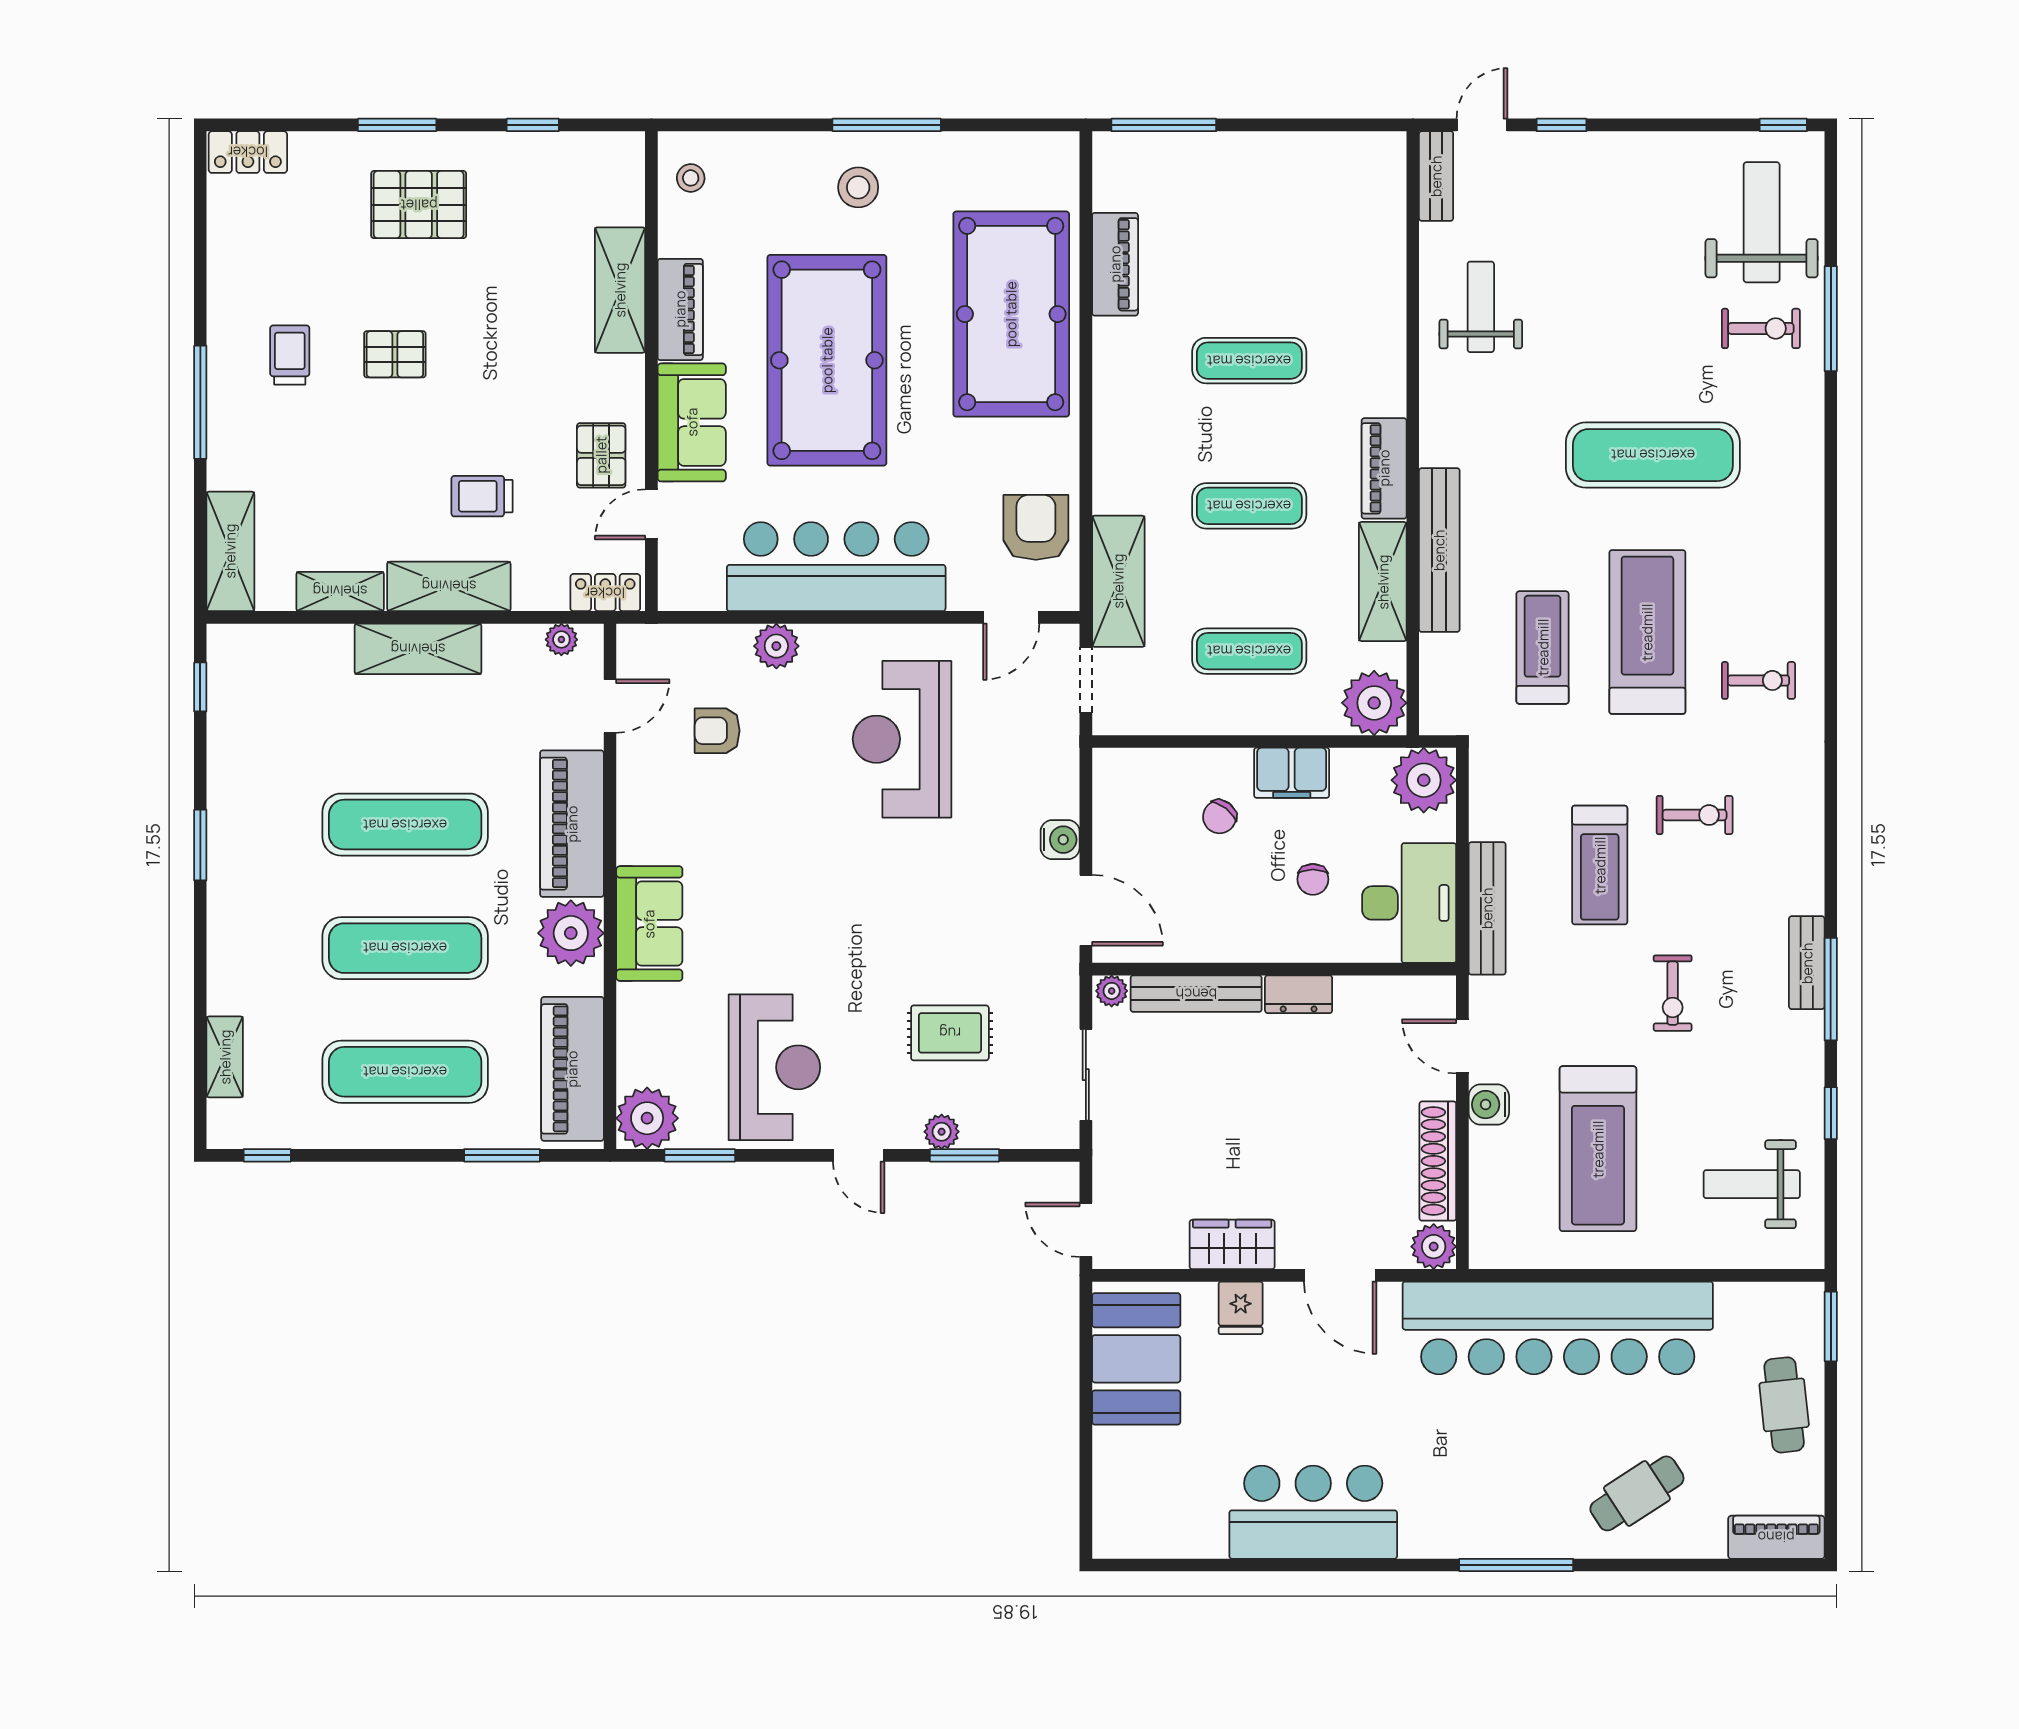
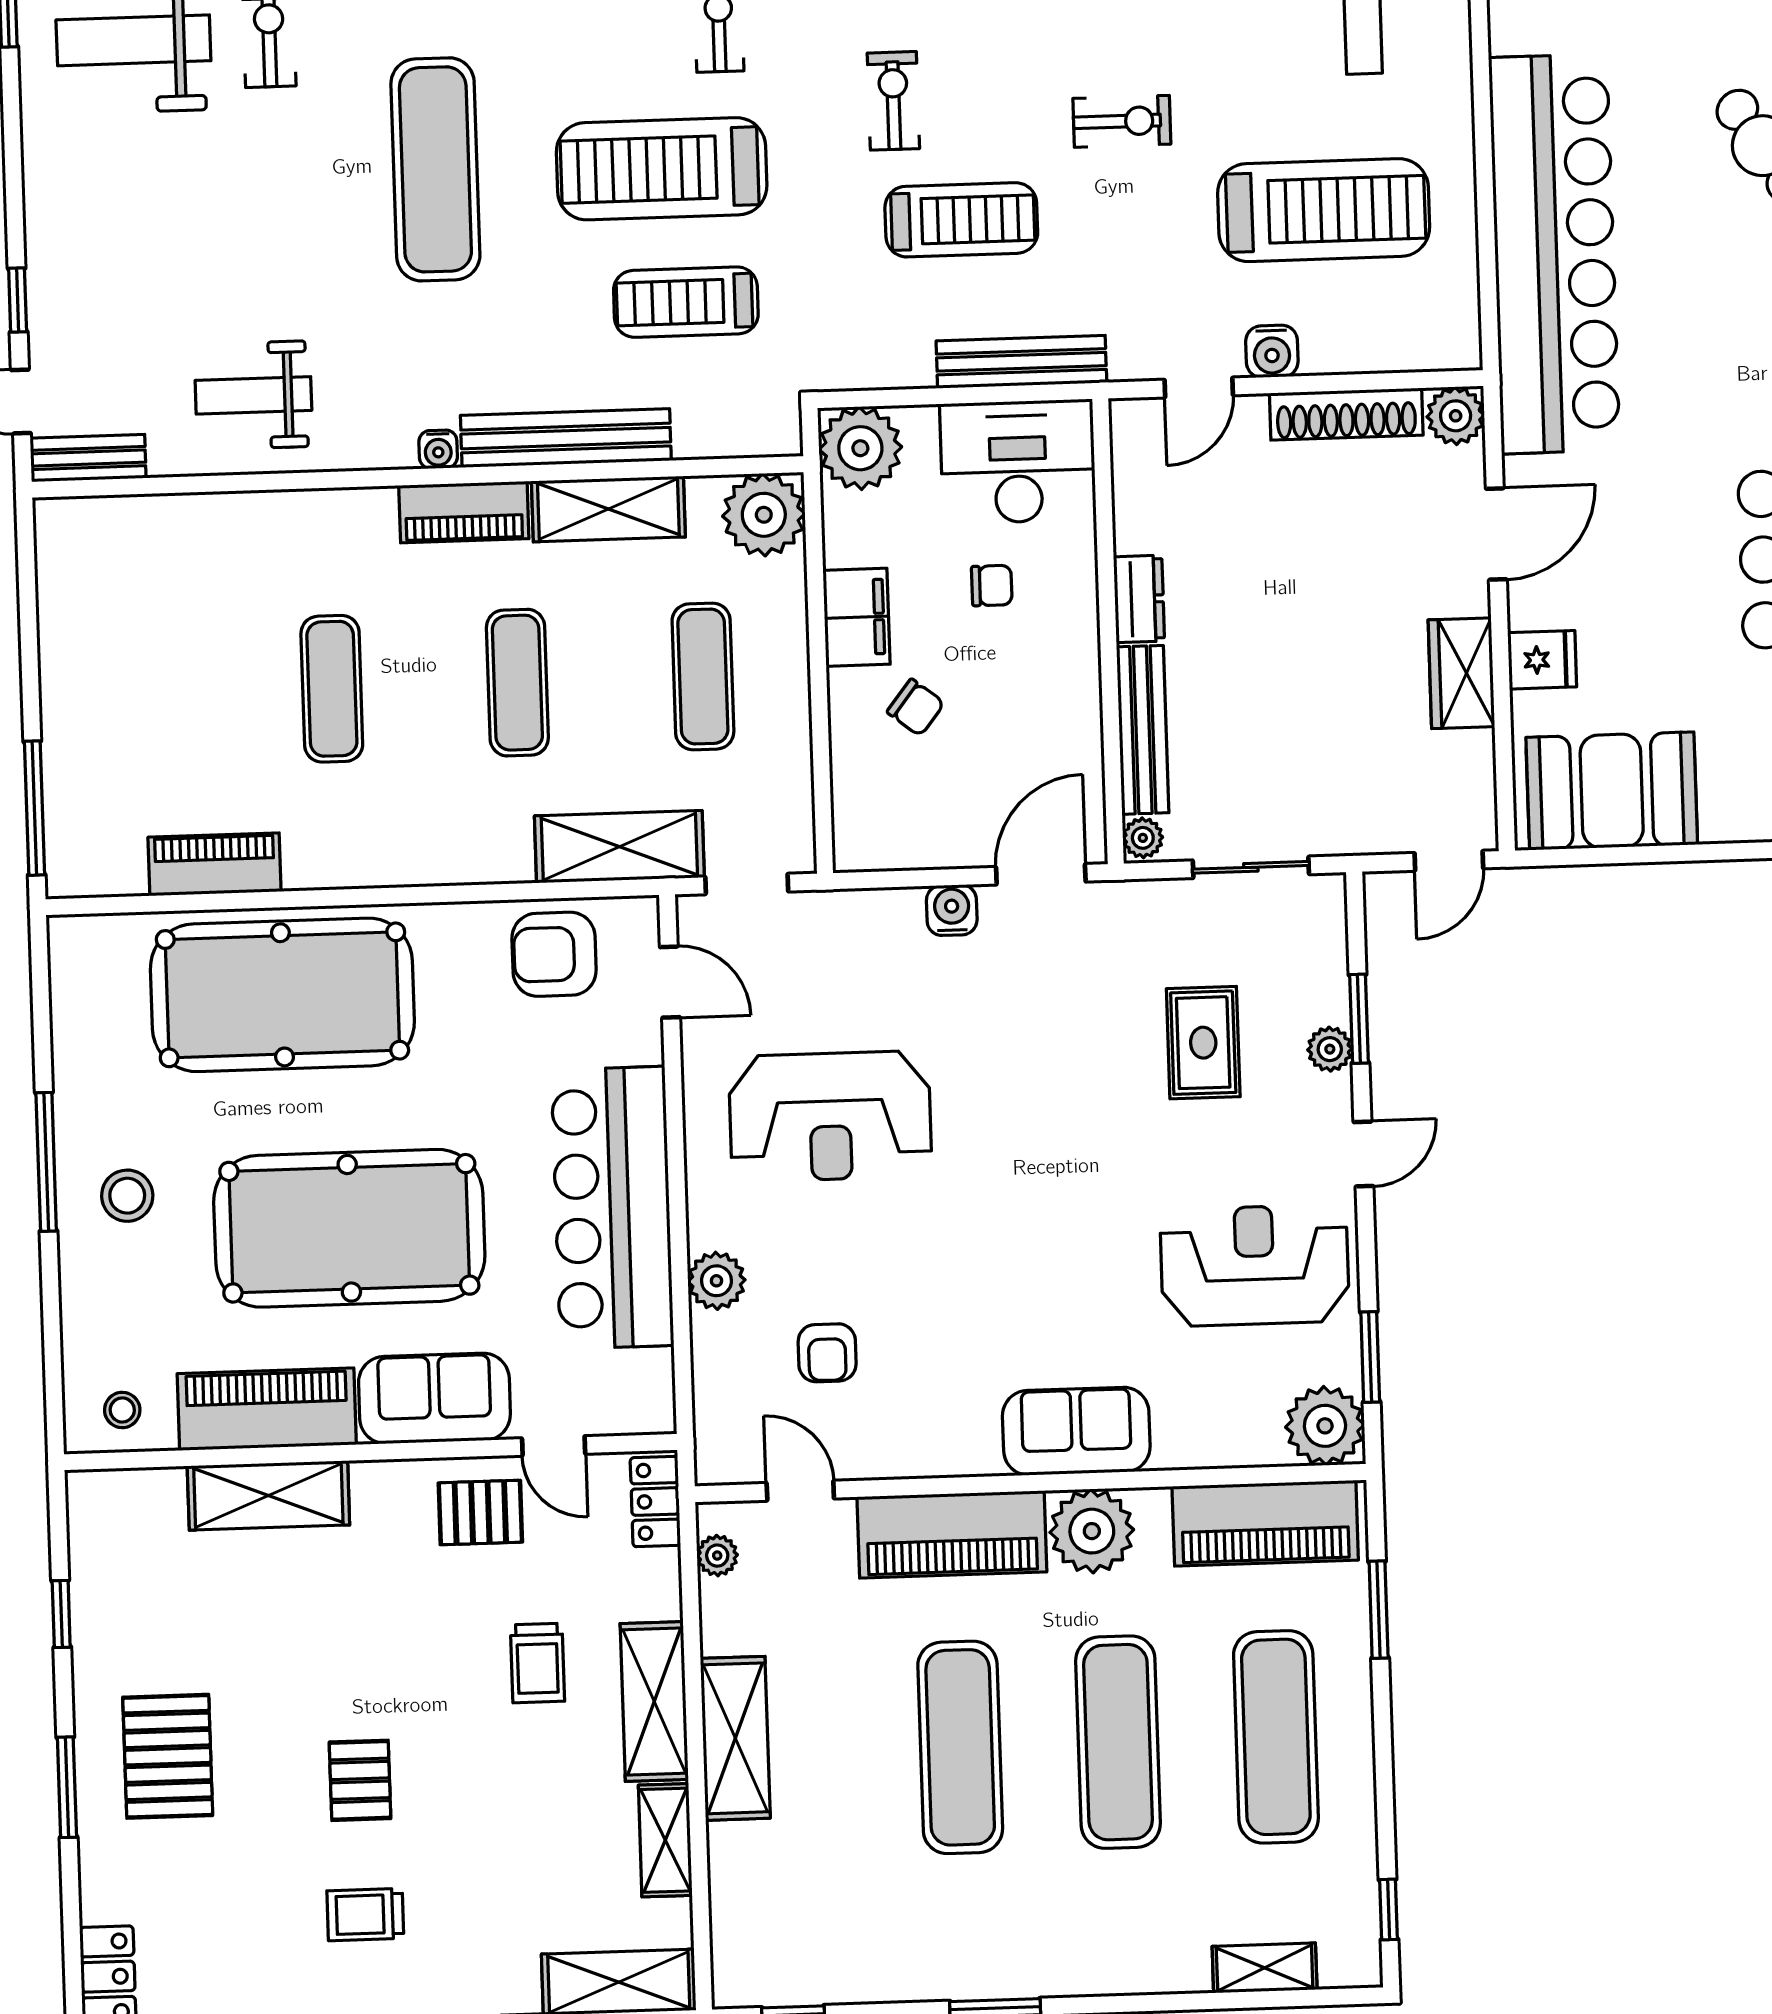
piano: (680, 309) -> (267, 1409), width x1.37, depth x1.33
water cooler: (1434, 450) -> (438, 449), added

